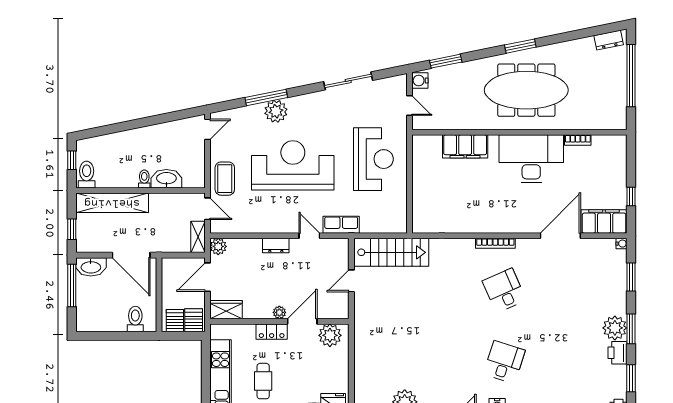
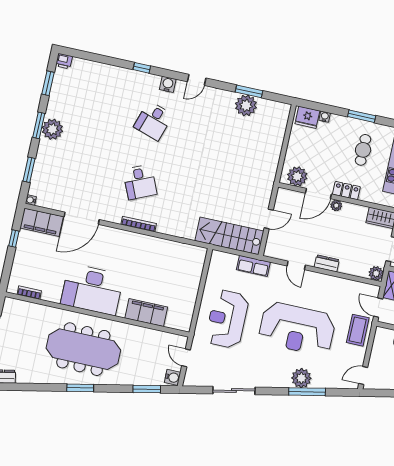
bookcase: (578, 140) -> (29, 293), moved
row of seats: (341, 225) -> (253, 266), moved
printer: (618, 353) -> (55, 108), removed

